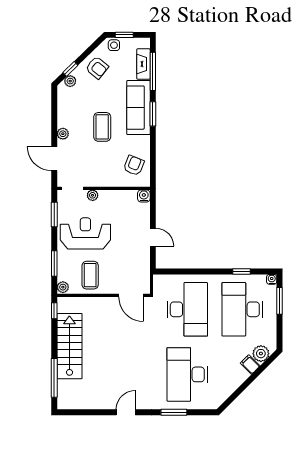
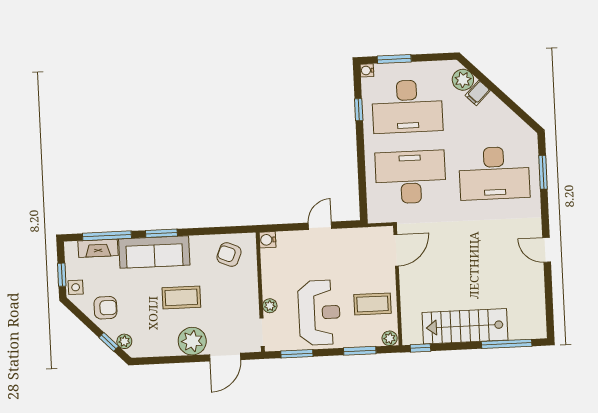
armchair: (97, 68) -> (105, 308), turned 51
plant: (63, 134) -> (192, 341), width x1.87, depth x1.87
reception desk: (85, 233) -> (319, 313), turned 180
window: (174, 412) -> (543, 172), moved

